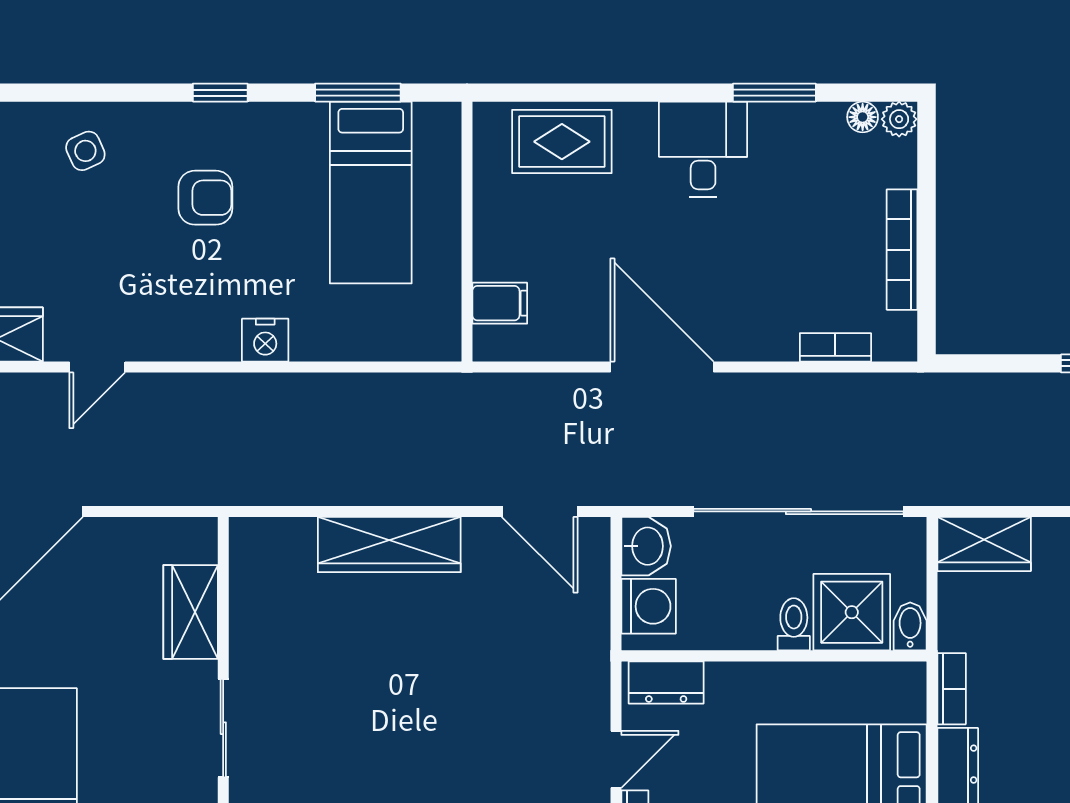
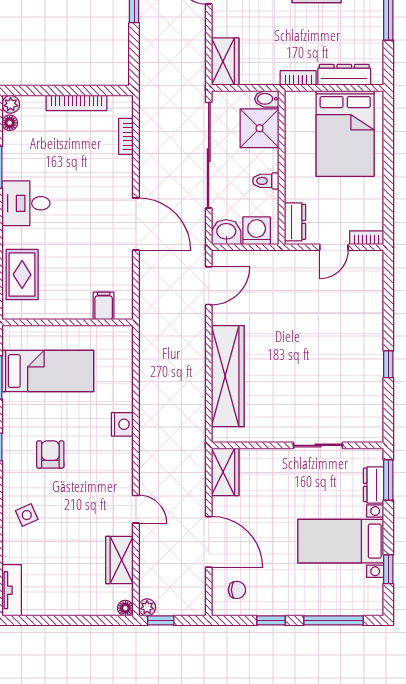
door: (662, 367) -> (136, 224), swing flipped
wardrobe: (389, 545) -> (228, 376), width x1.40, depth x1.17
wardrobe: (191, 612) -> (225, 472), moved, turned -90
toilet: (794, 624) -> (266, 181), moved
door: (616, 759) -> (334, 247), swing flipped

